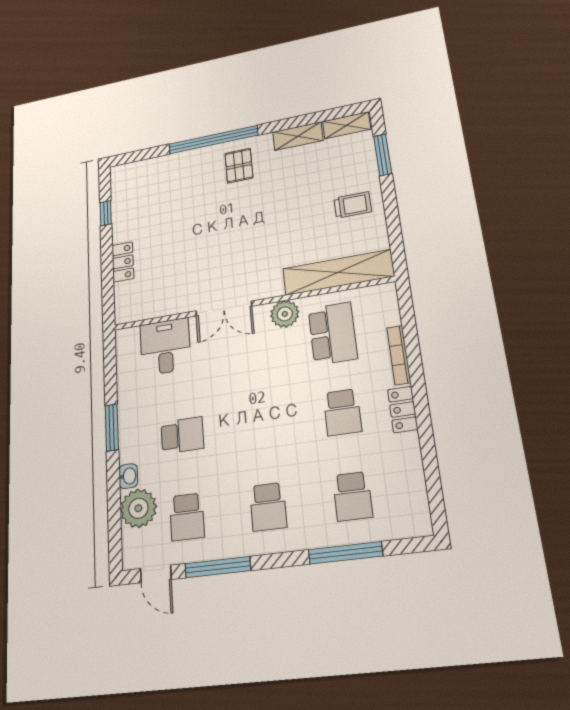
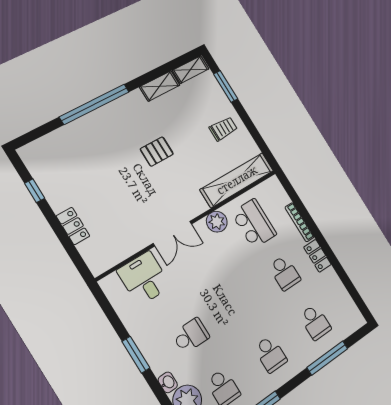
pallet: (239, 166) -> (157, 152), moved, turned 90

